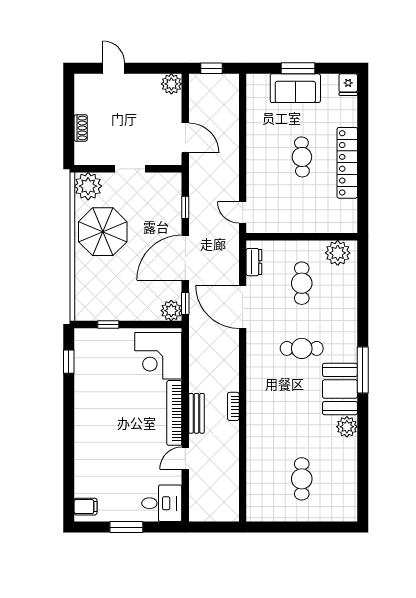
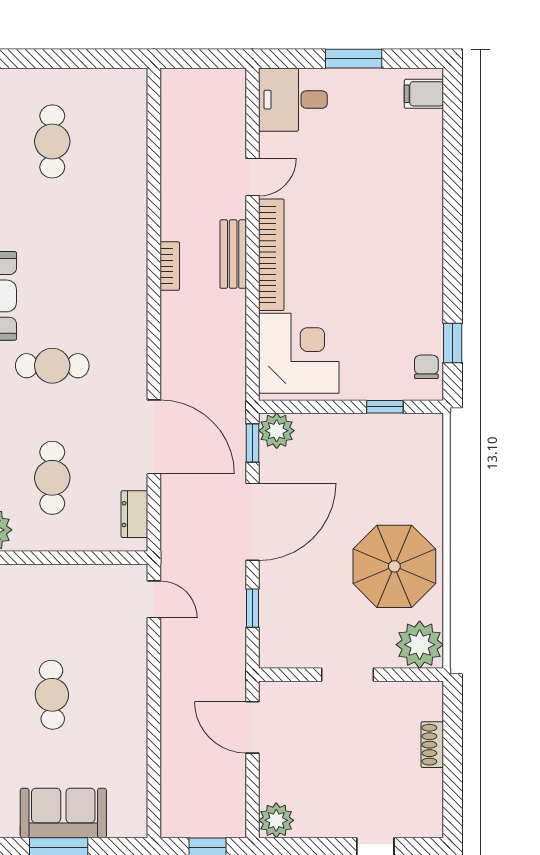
chair: (84, 348) -> (426, 367), added

